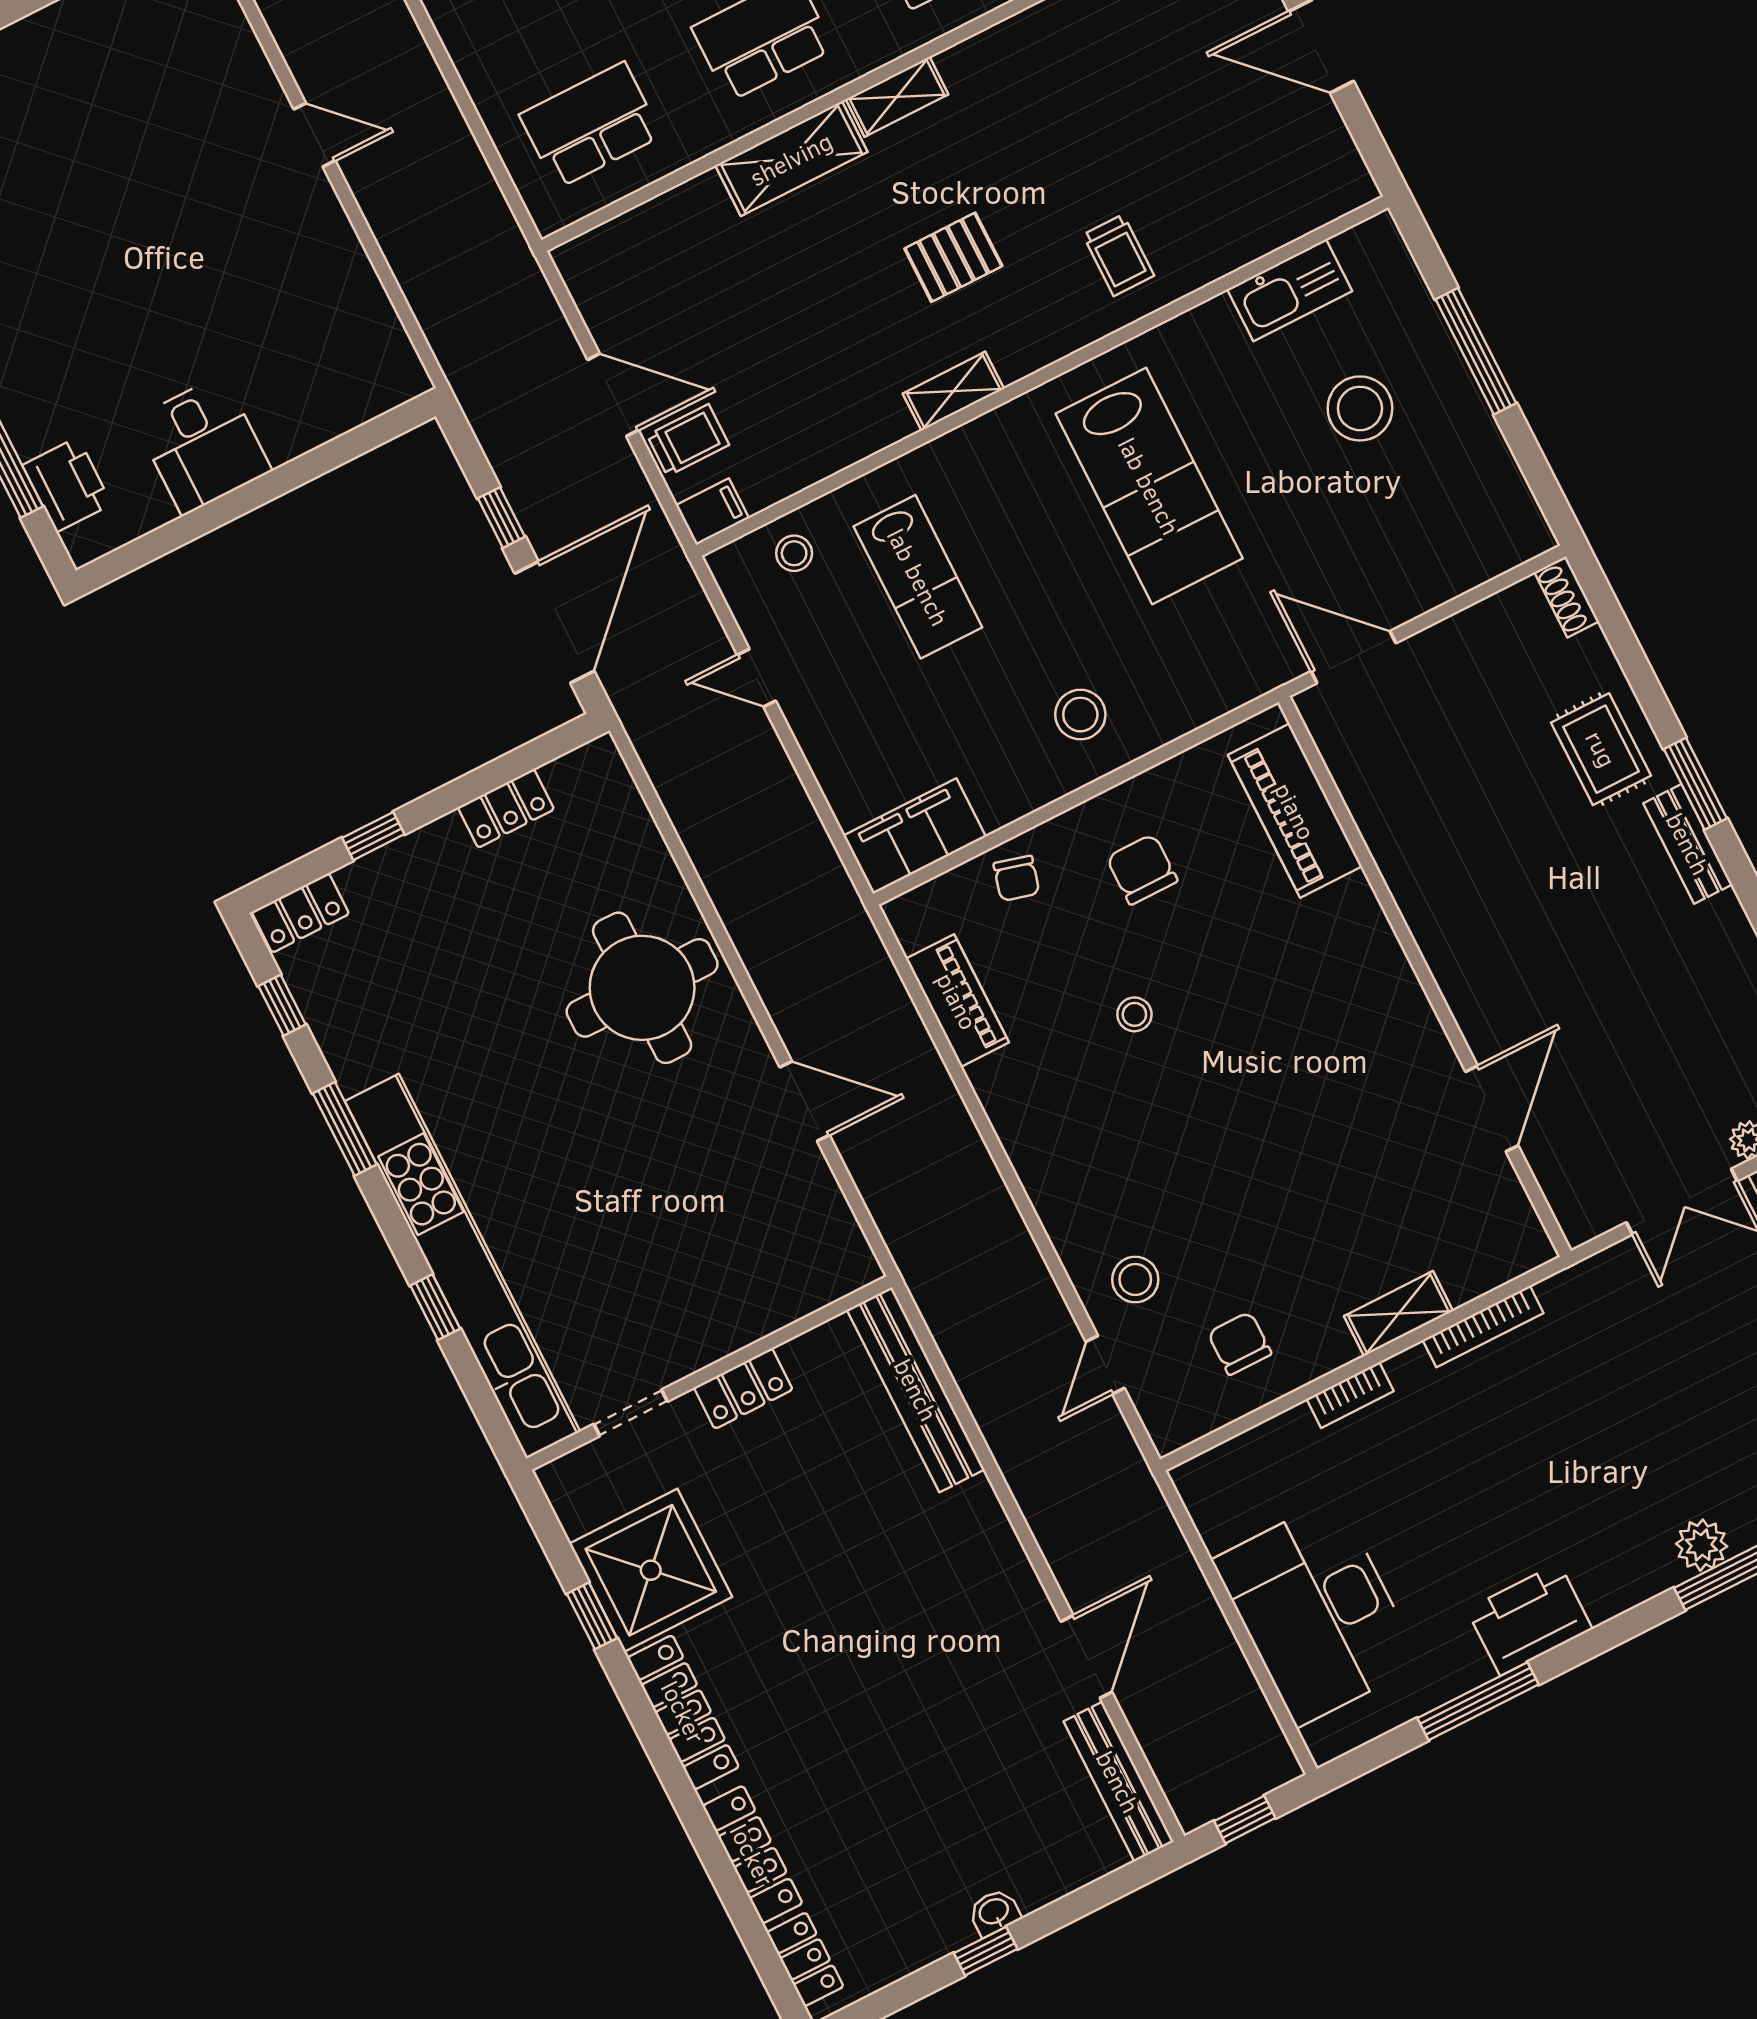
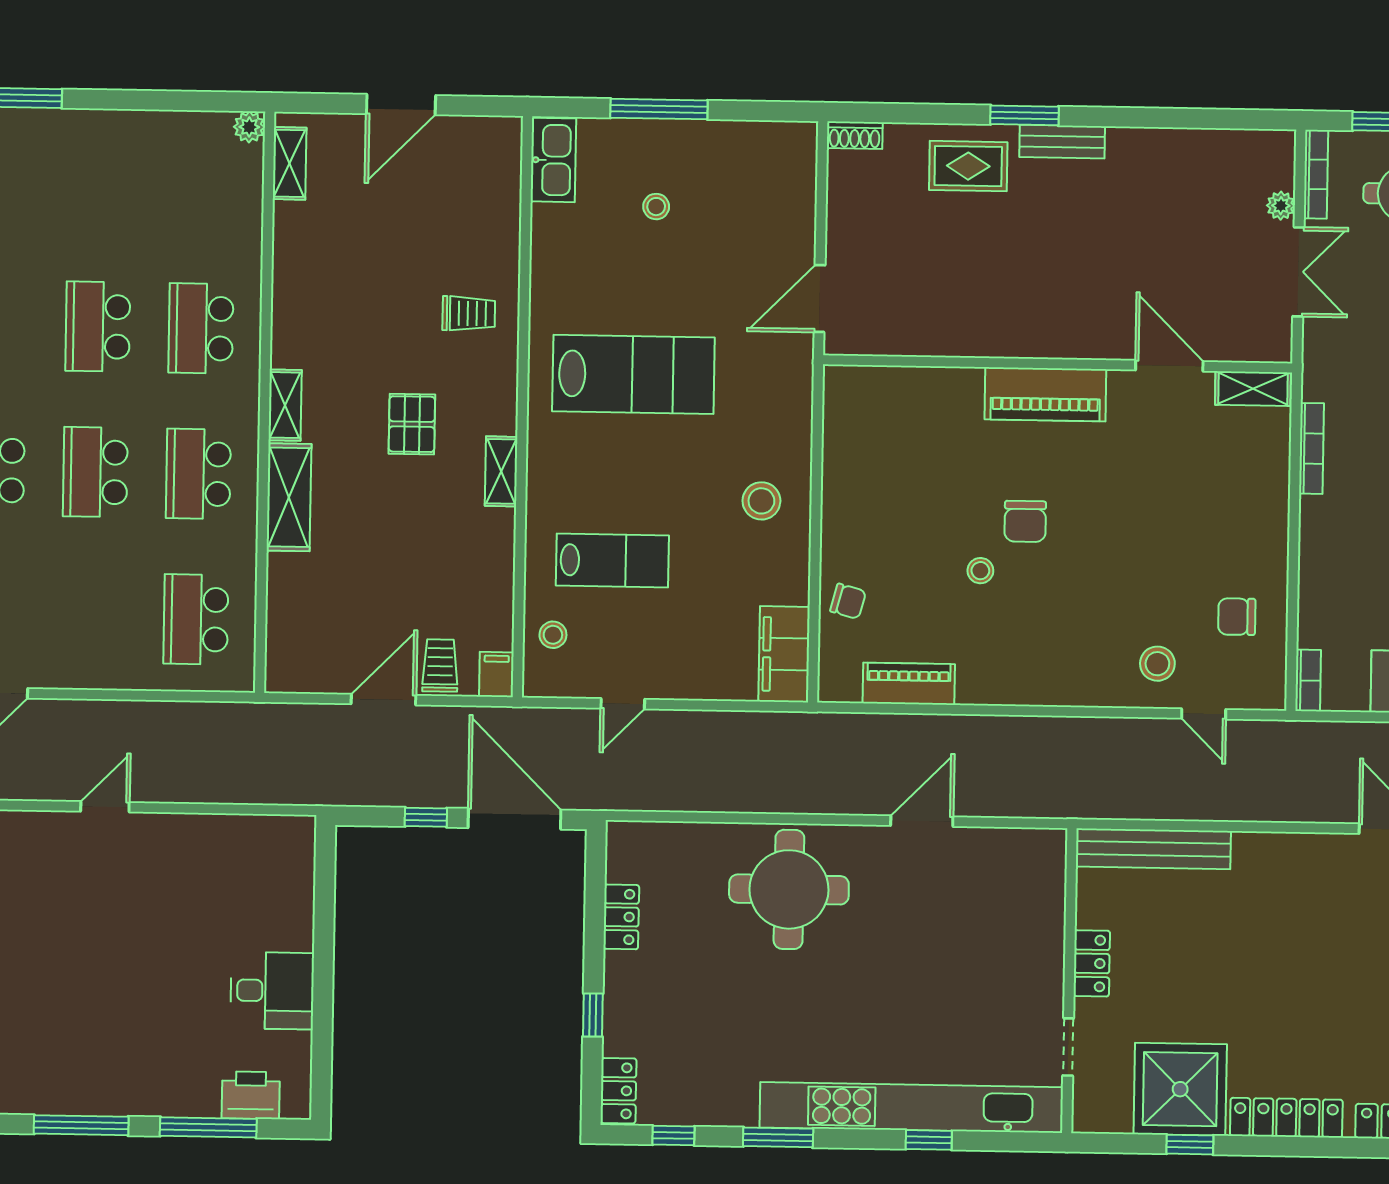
kitchen sink: (1290, 290) -> (553, 160), moved
stool: (1360, 408) -> (656, 207), width x0.53, depth x0.53
piano: (1295, 811) -> (1045, 394), moved
chair: (1142, 869) -> (1025, 521), moved, turned -90
shelving: (1398, 1314) -> (1253, 389), moved, turned 90
bookcase: (1350, 1395) -> (1308, 680), moved

